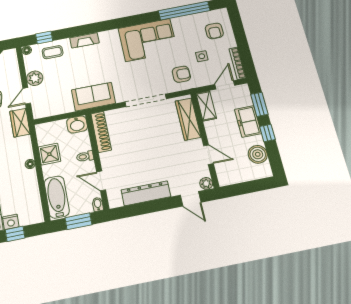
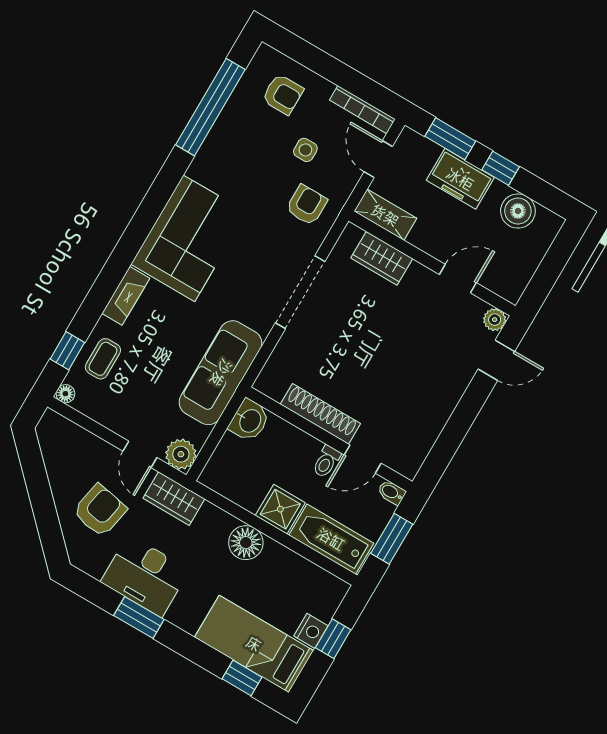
corner sofa: (148, 40) -> (189, 238), moved
plant: (35, 78) -> (181, 454), moved
sofa: (93, 97) -> (221, 373), width x1.36
wardrobe: (188, 119) -> (382, 258), width x0.67
shoe rack: (101, 132) -> (320, 414), moved
shower: (49, 154) -> (280, 509), moved
toilet: (85, 156) -> (326, 462), moved
floor lamp: (30, 164) -> (246, 543), width x1.89, depth x1.89
dresser: (146, 193) -> (435, 414), removed

